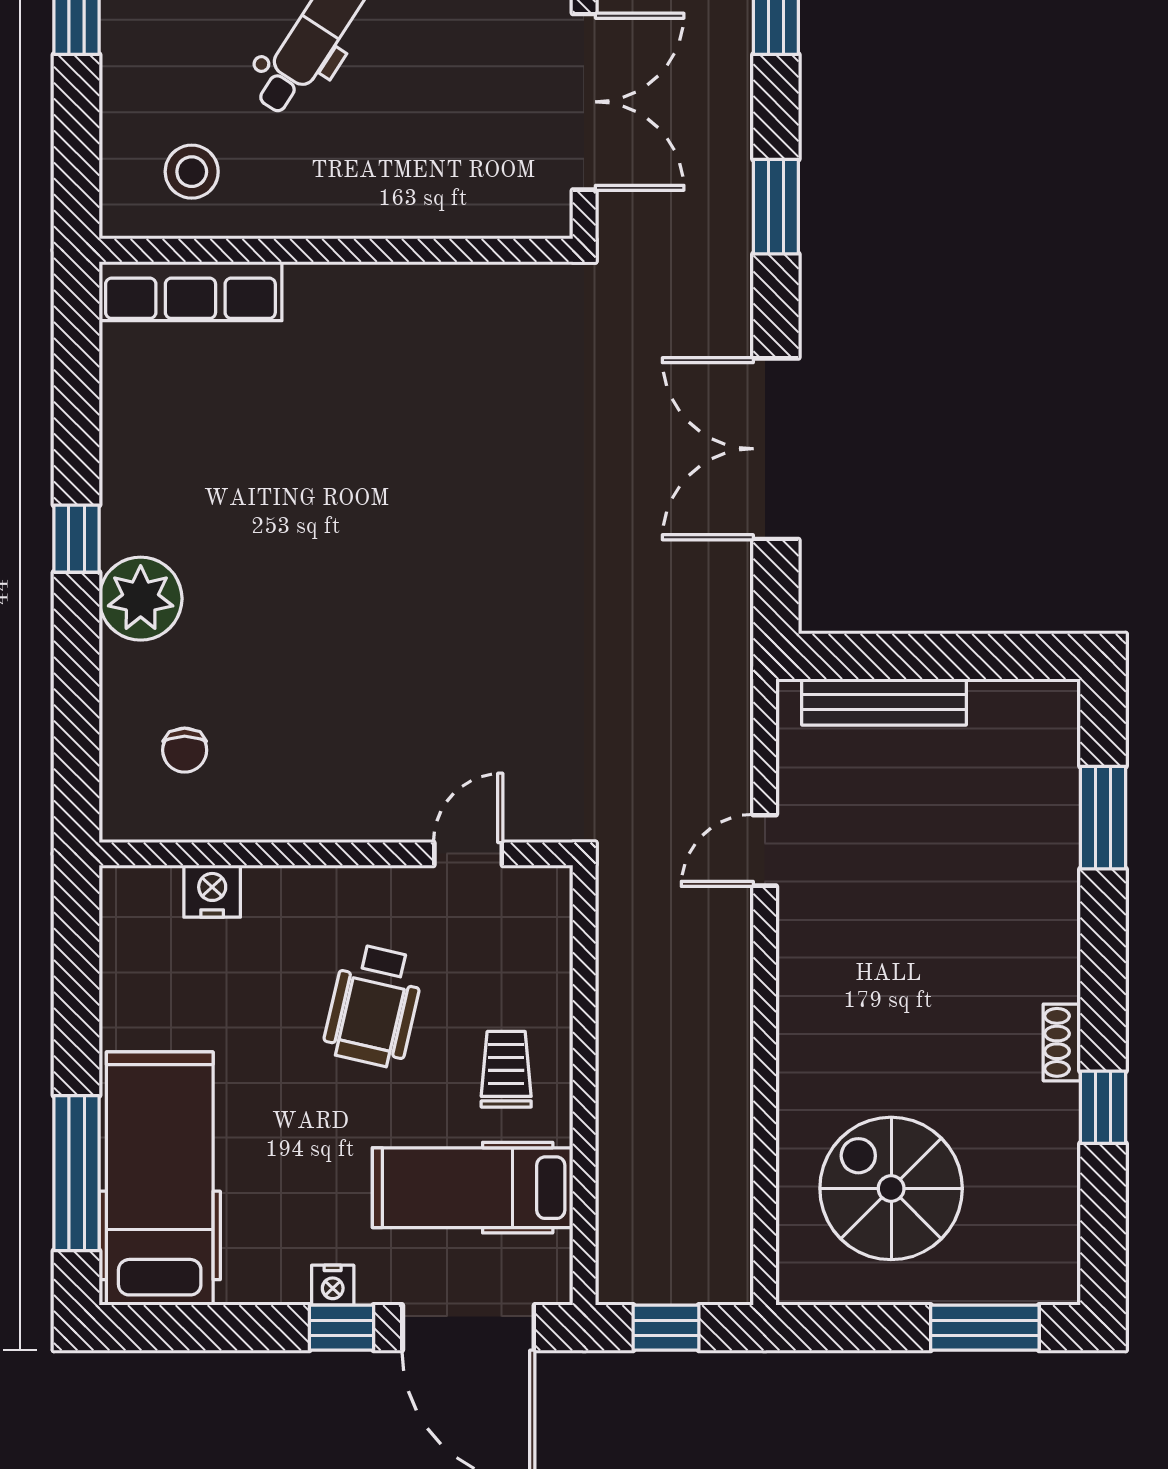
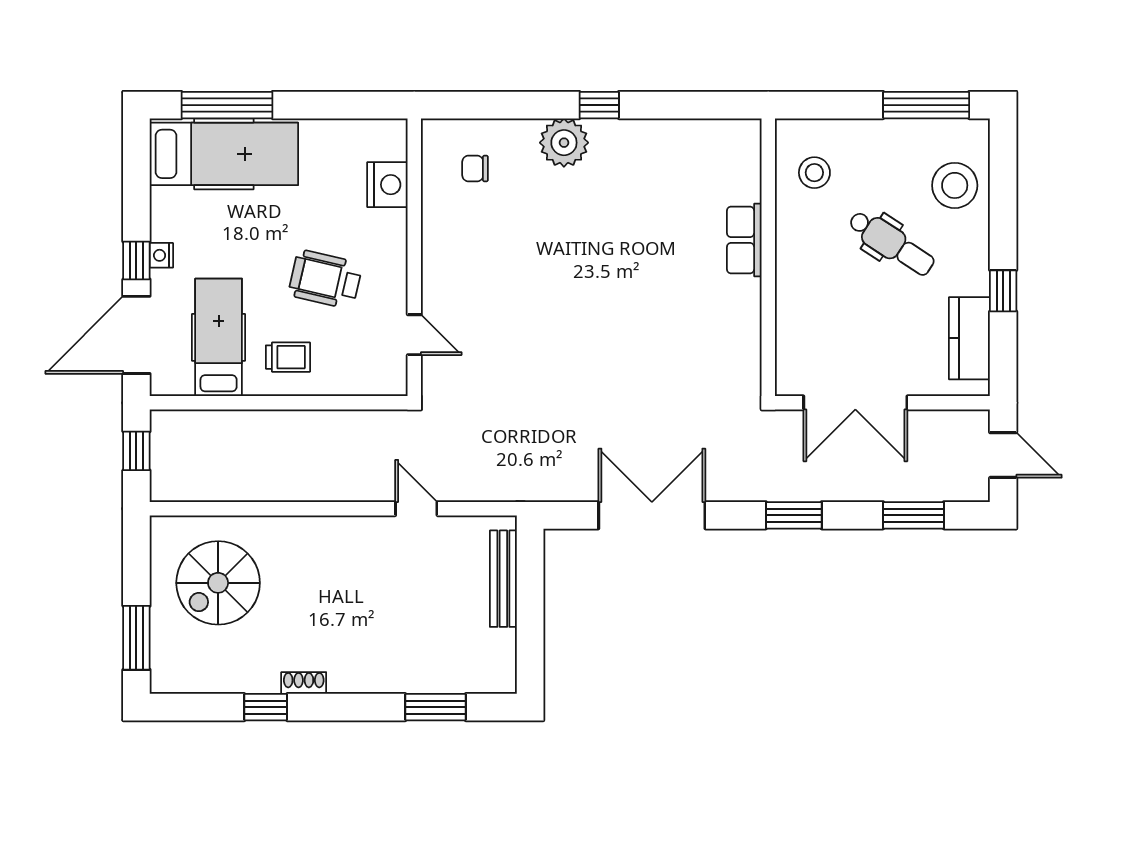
row of seats: (190, 291) -> (744, 240), moved, width x0.68
nightstand: (212, 891) -> (387, 185), width x1.36, depth x1.33
spiral stairs: (891, 1188) -> (218, 583), turned 180

